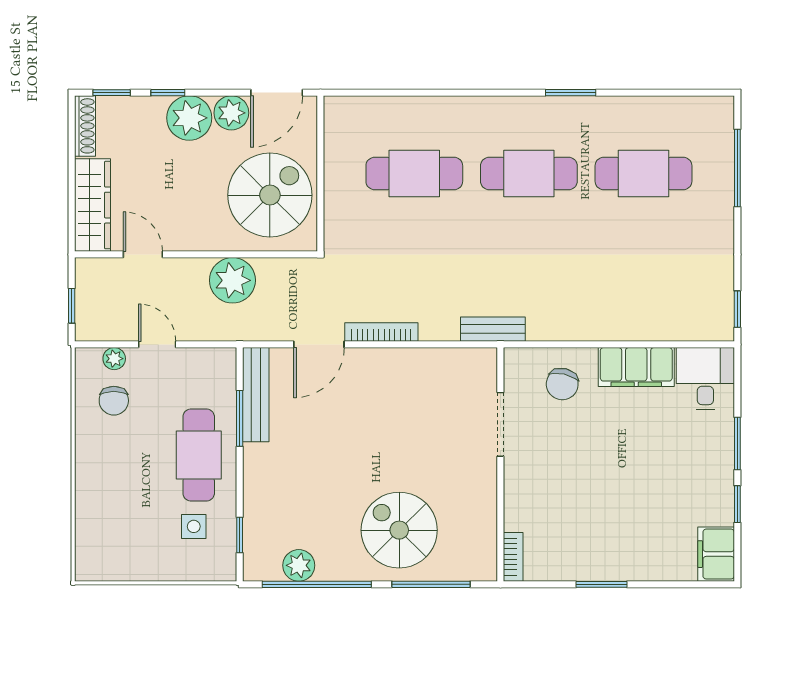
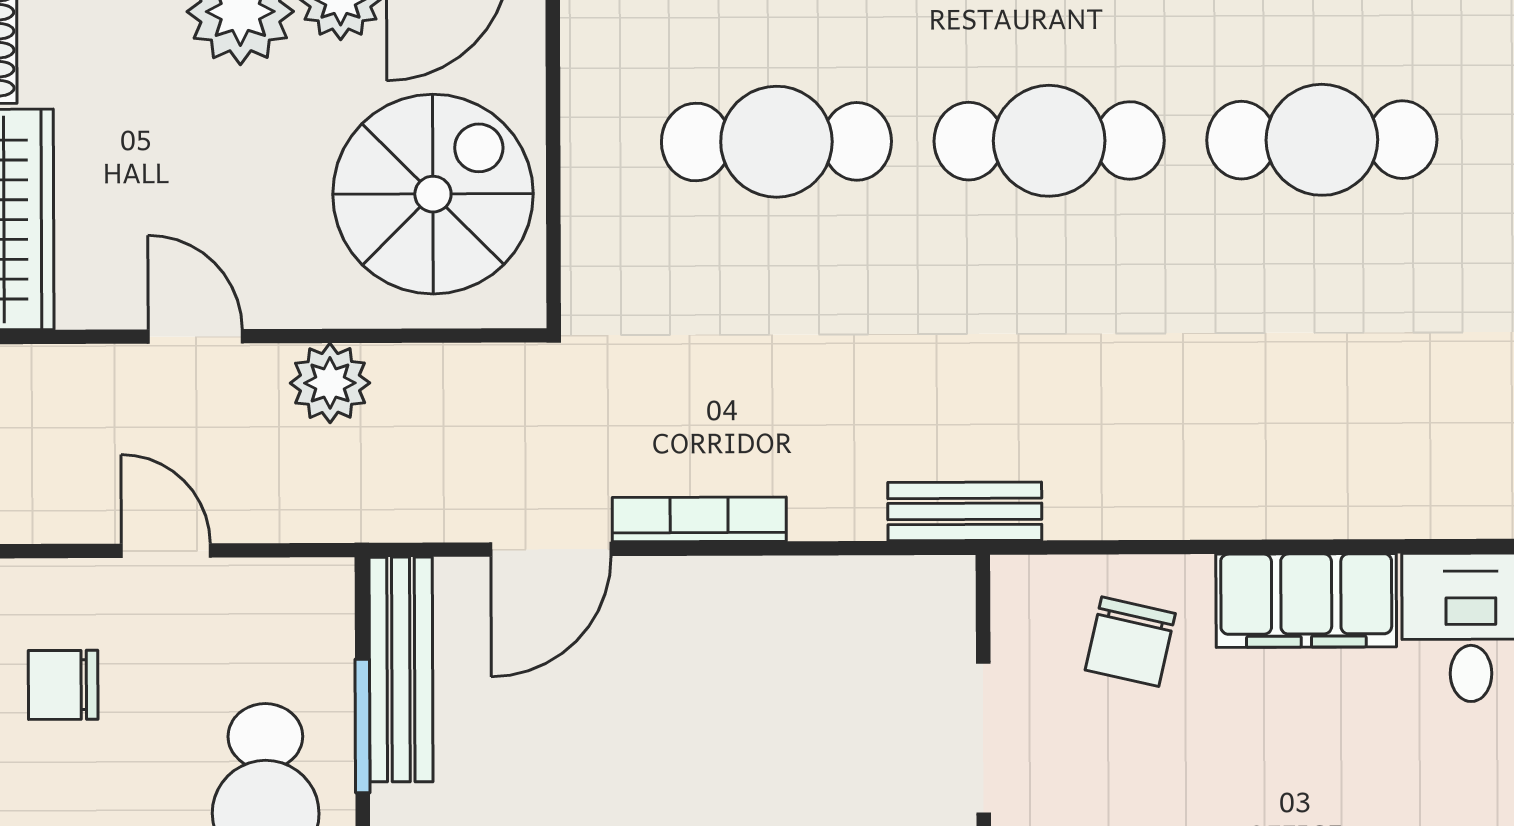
door: (143, 254) -> (195, 336), moved
plant: (232, 280) -> (330, 383), width x0.73, depth x0.73
plant: (114, 359) -> (64, 585), removed
chair: (114, 401) -> (63, 685), turned 90

